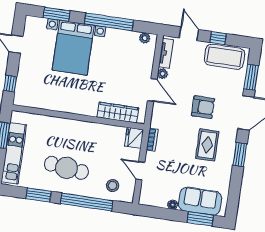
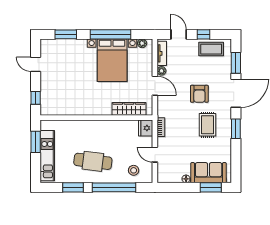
bed with nightstands: (73, 48) -> (112, 60), moved
coffee table: (225, 57) -> (211, 49), width x0.73, depth x0.76
armchair: (203, 107) -> (199, 94), turned 90

